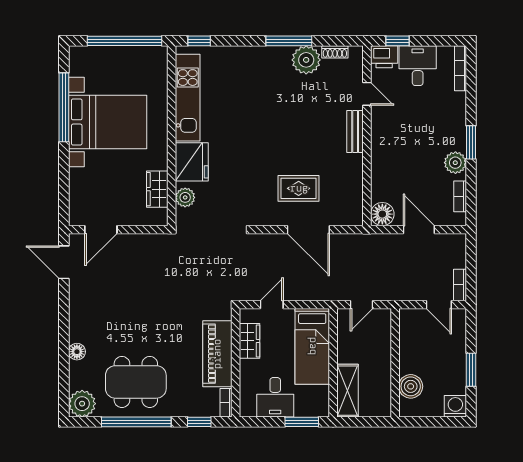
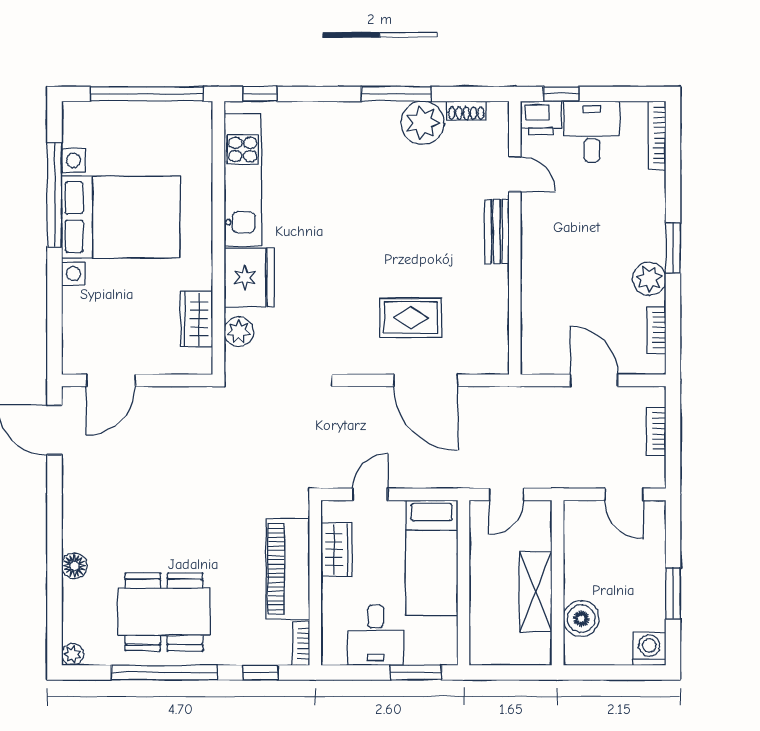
floor lamp: (382, 214) -> (538, 357), removed
bookcase: (460, 285) -> (656, 431), moved
shelving: (347, 391) -> (536, 592), moved
plant: (82, 404) -> (73, 654), width x0.53, depth x0.53

